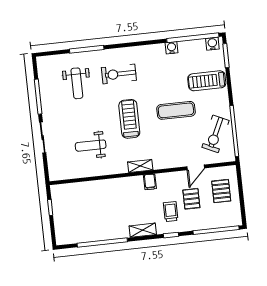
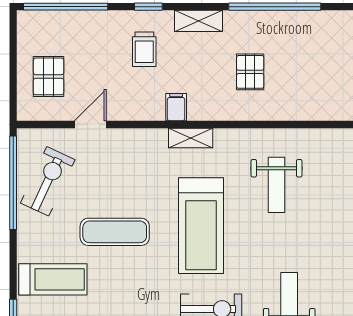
treadmill: (129, 119) -> (201, 226), width x1.37, depth x1.38
weight bench: (91, 146) -> (277, 185), turned 90
pallet: (191, 199) -> (250, 72), moved

